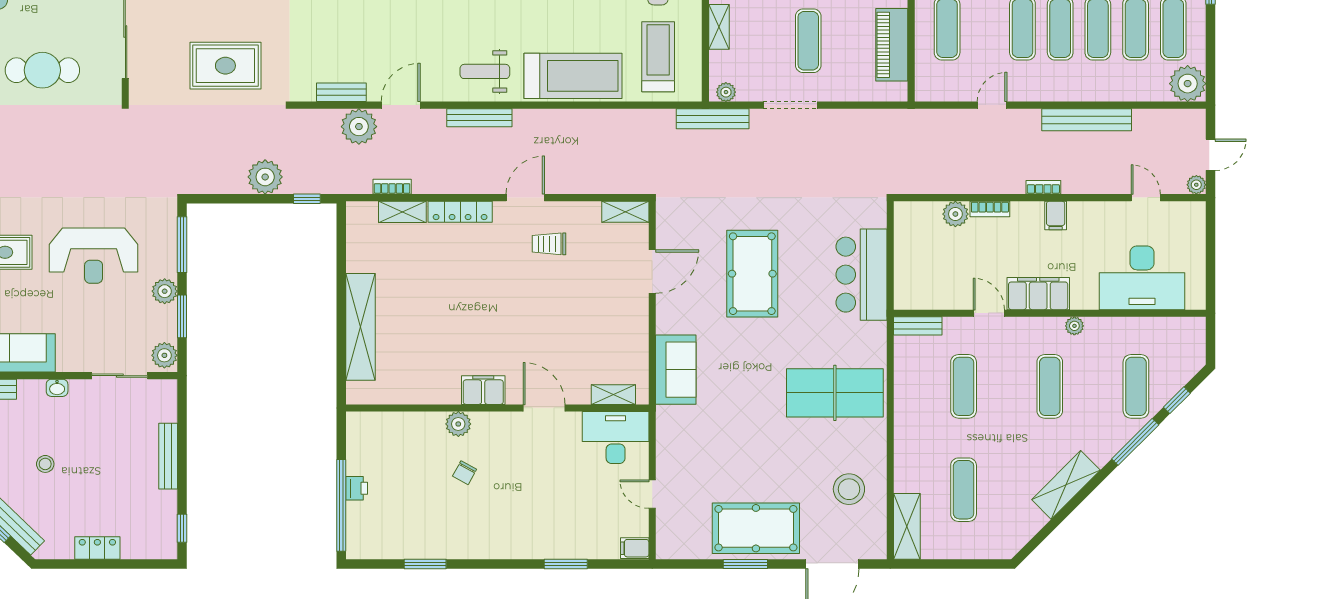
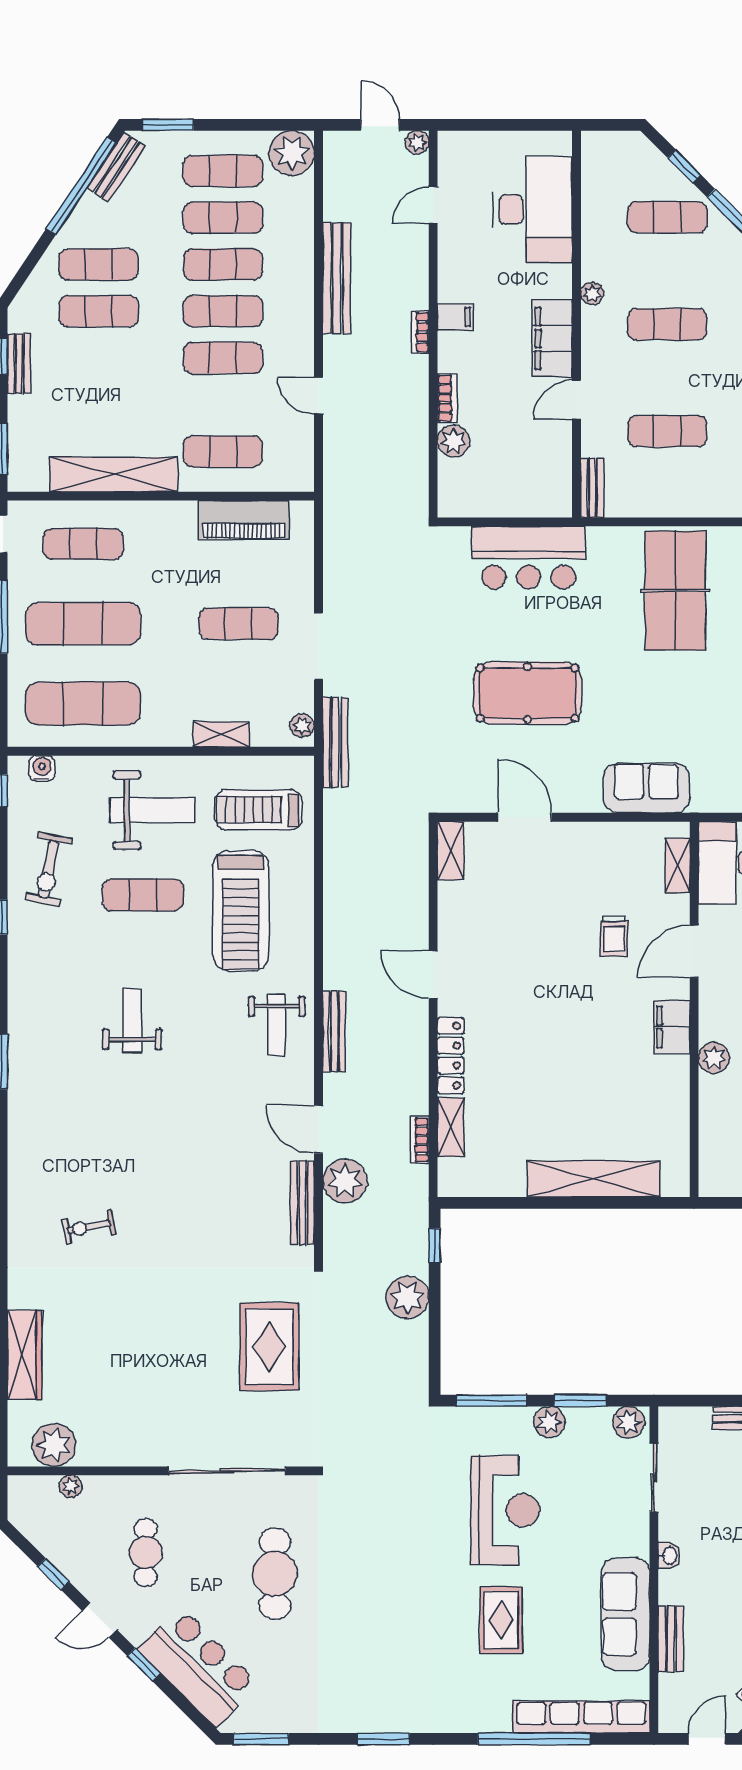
treadmill: (573, 76) -> (241, 911), moved, turned 180
bench: (341, 92) -> (302, 1203), width x1.36
trolley: (549, 244) -> (614, 936), moved

